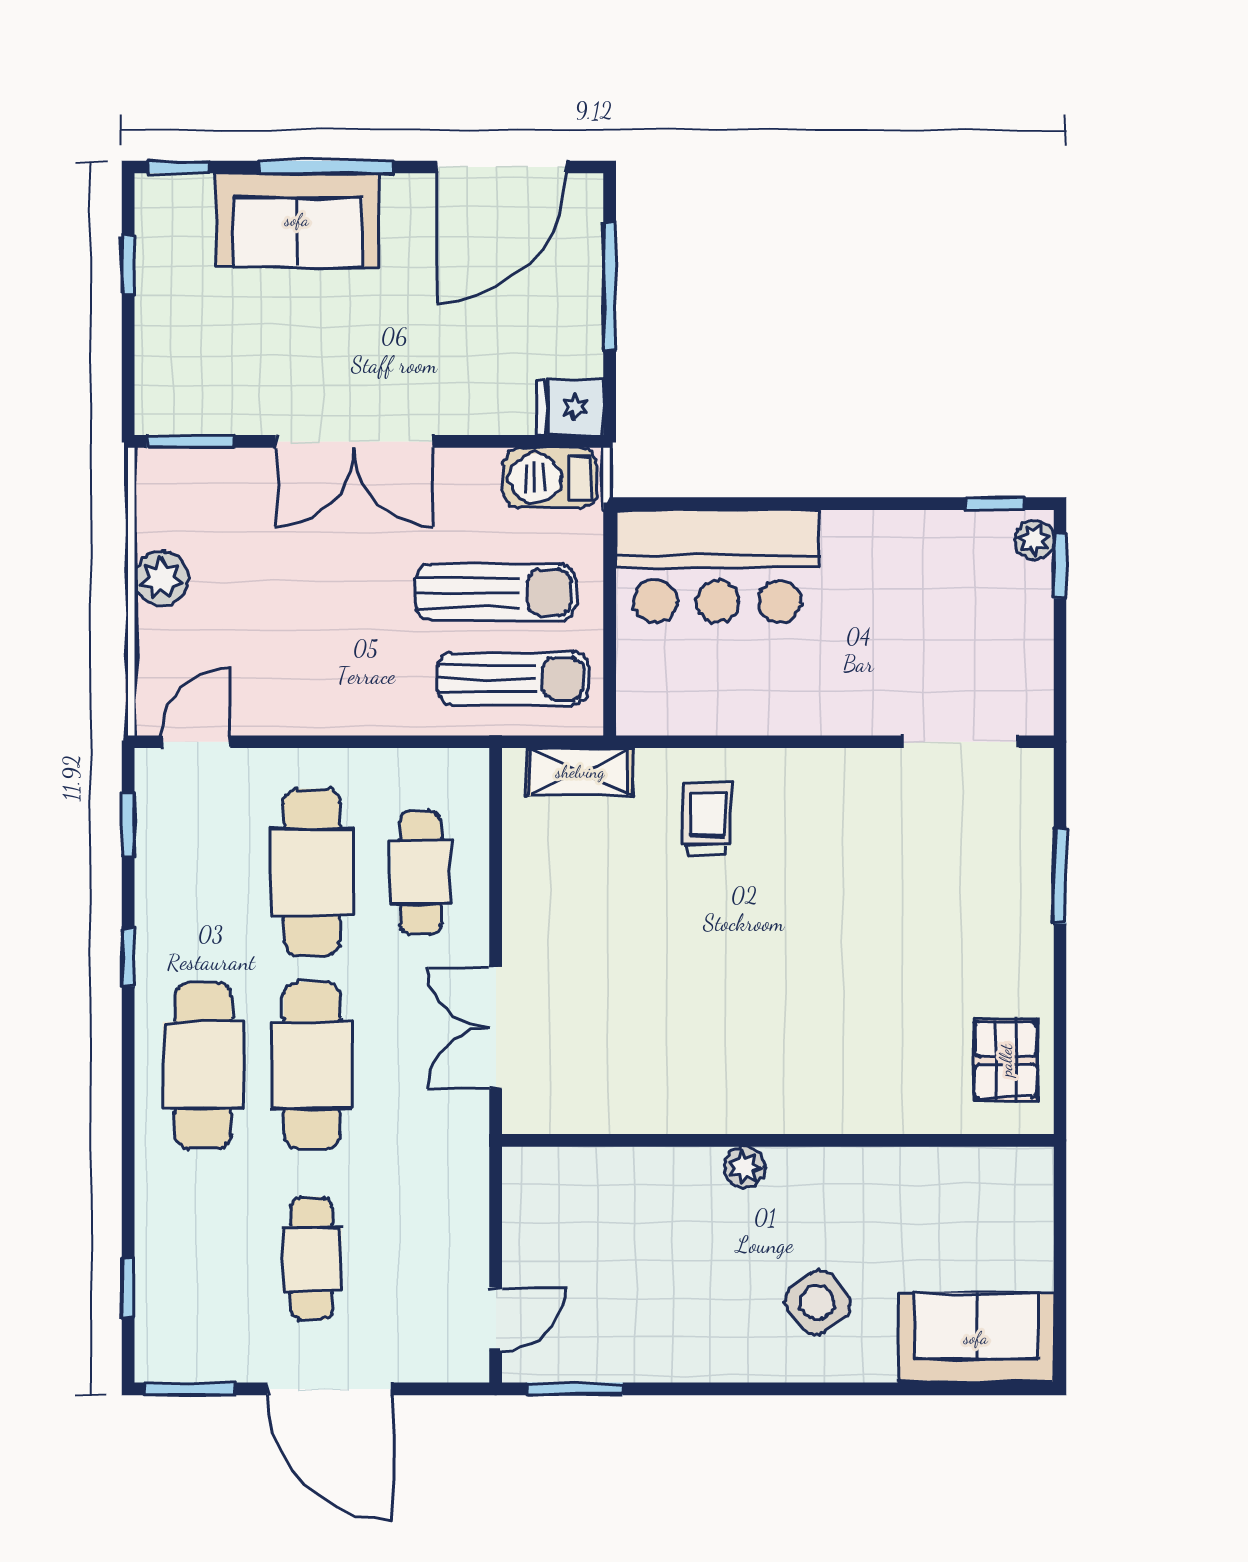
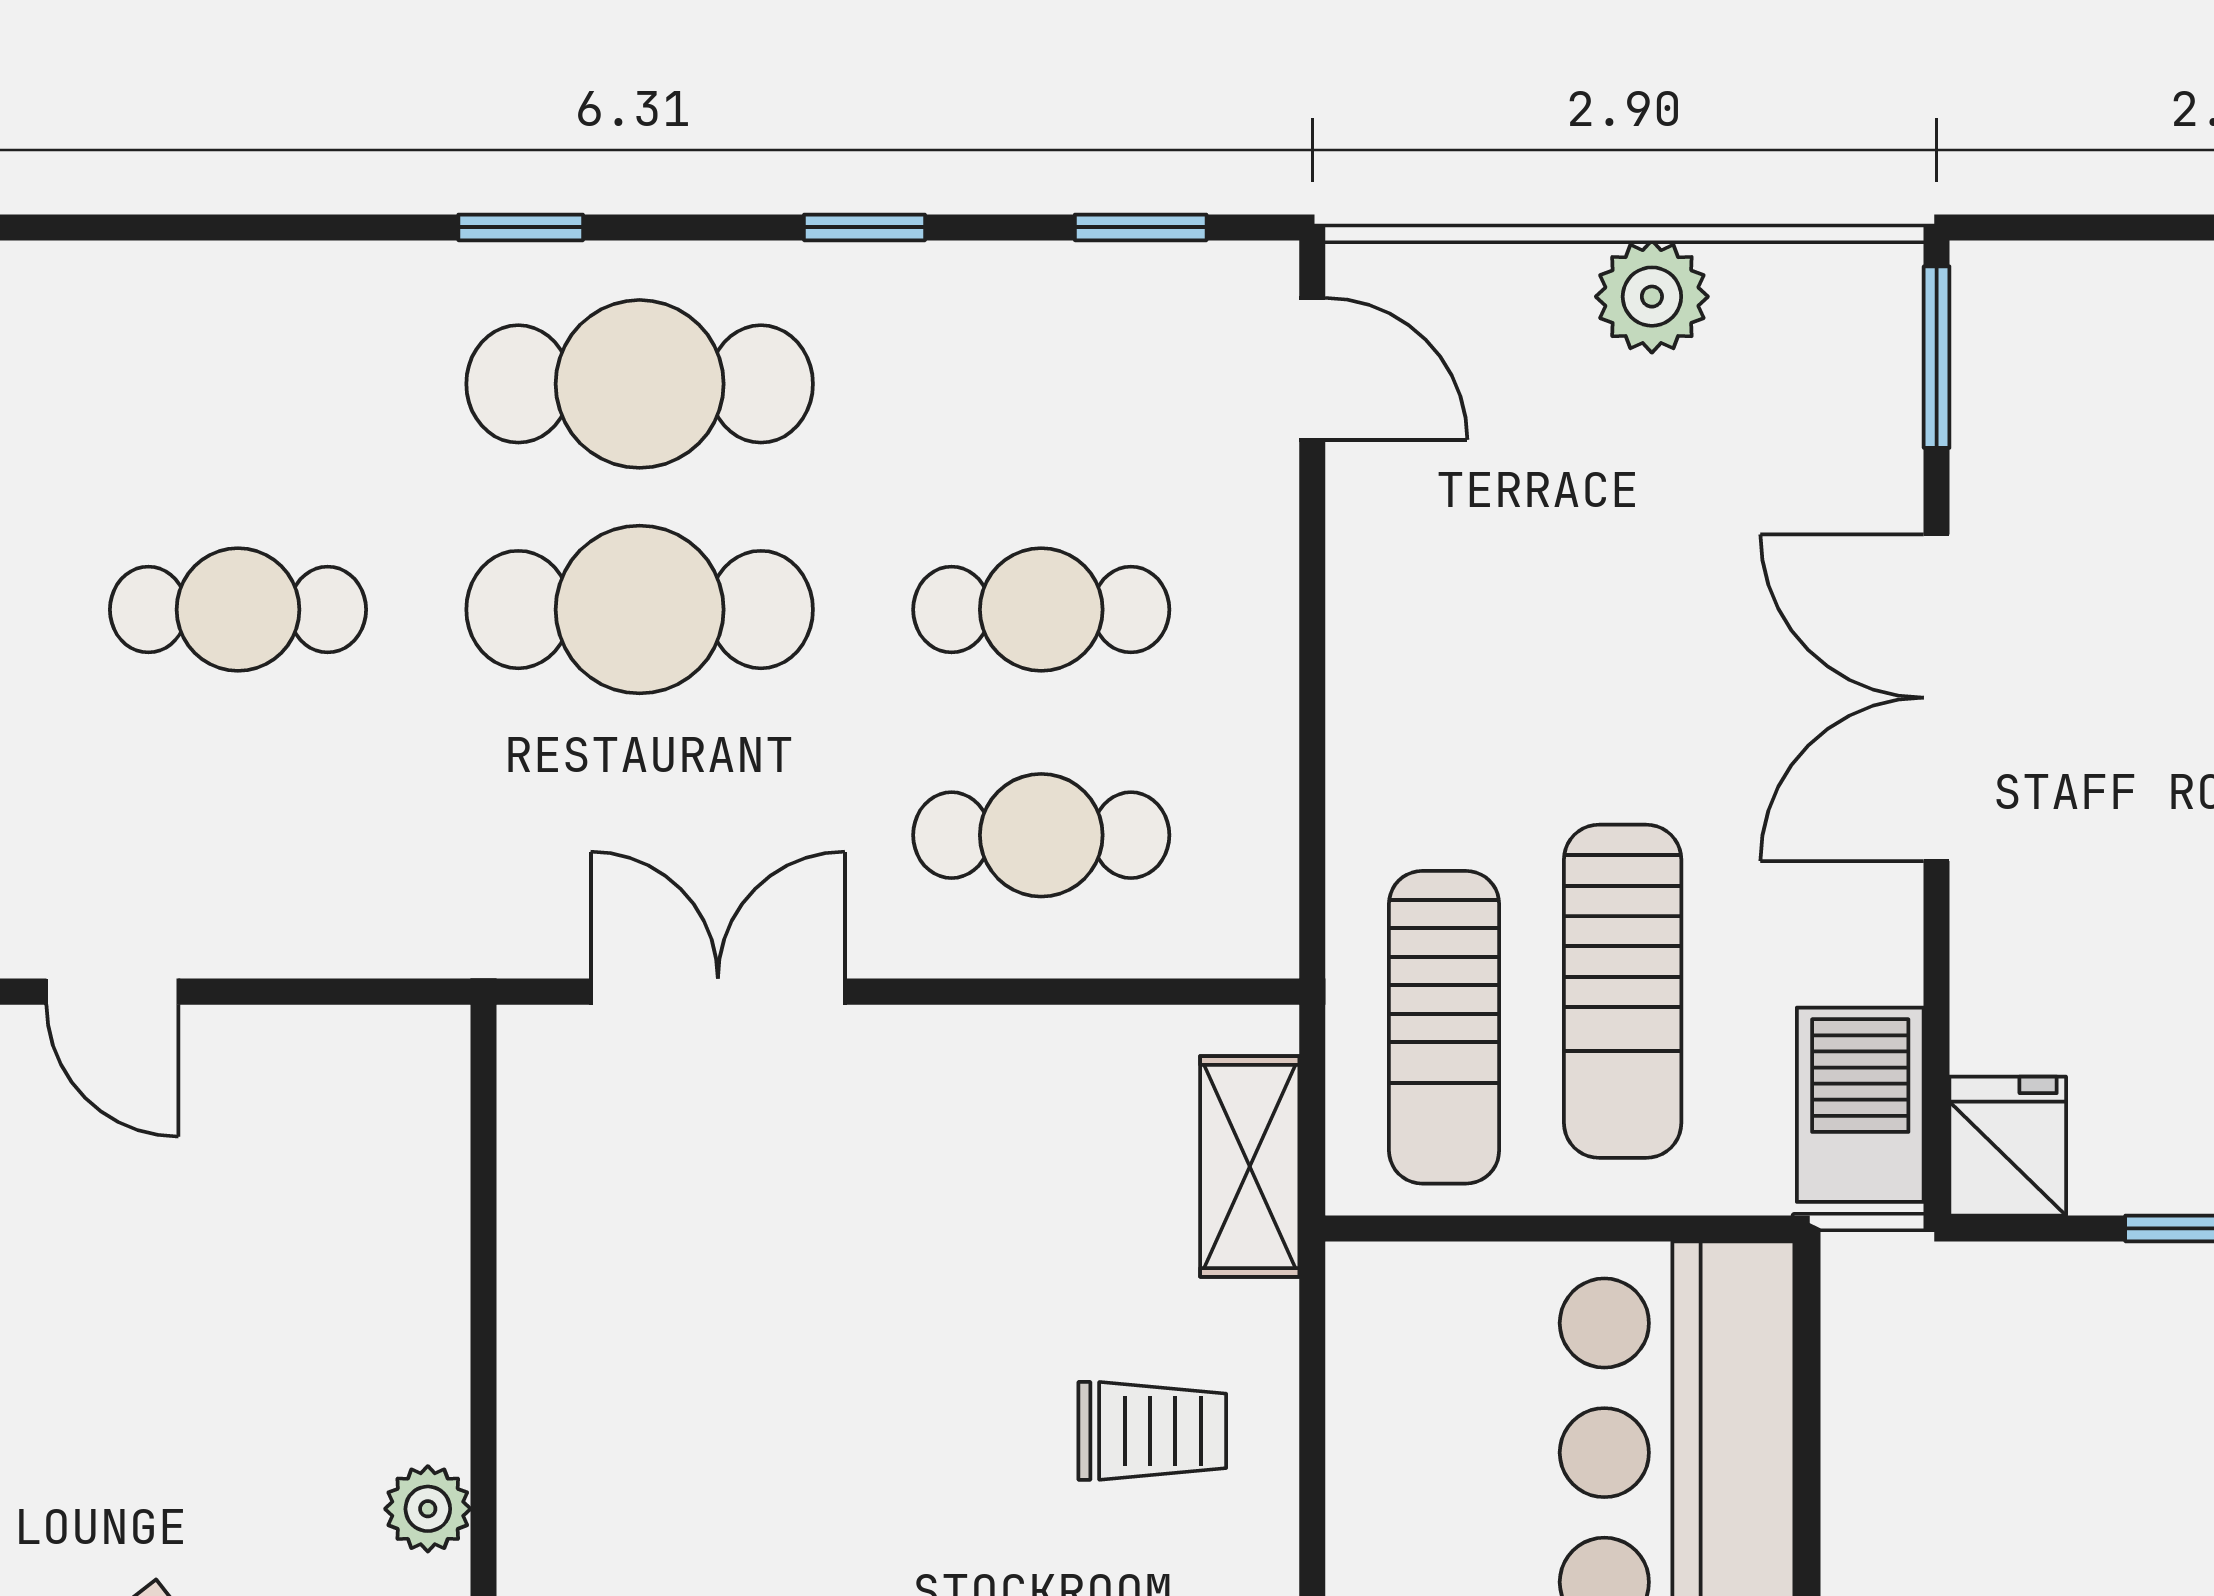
cafe table: (312, 872) -> (1041, 610), width x0.73, depth x0.74
window: (128, 1288) -> (521, 227), moved

